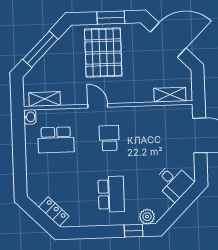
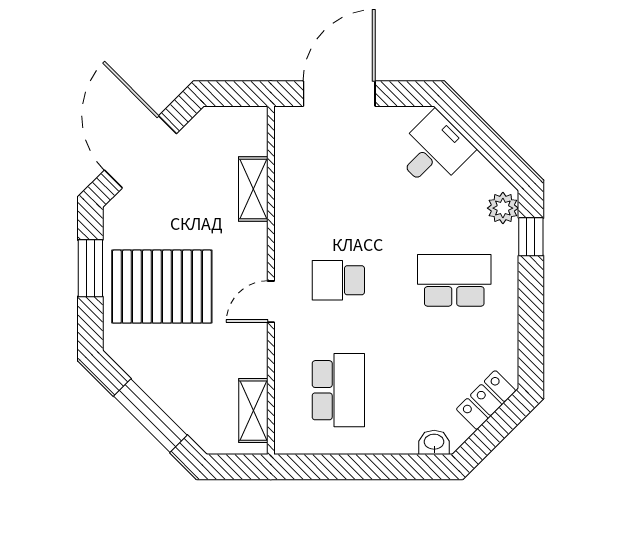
shelving: (170, 95) -> (253, 189), moved
washbasin: (30, 117) -> (434, 442), moved

